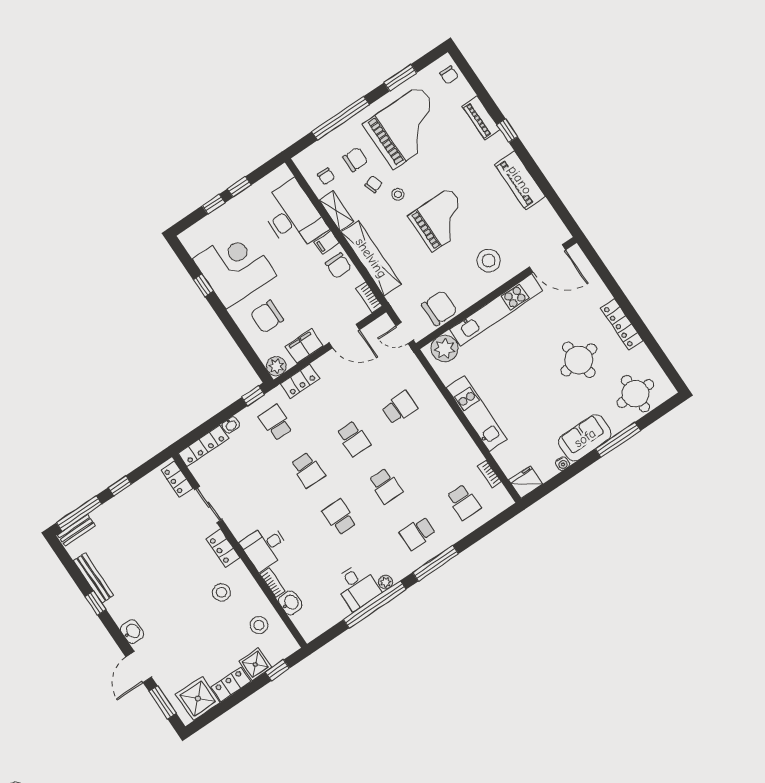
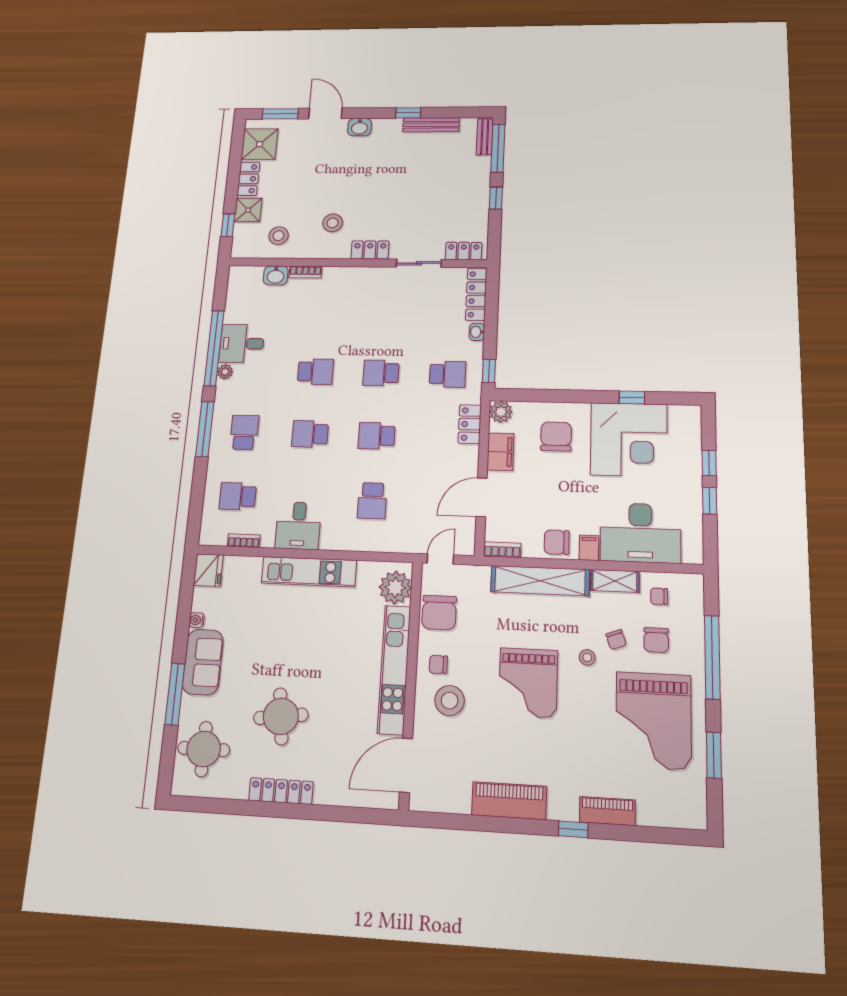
chair: (449, 75) -> (438, 665), moved
desk: (265, 547) -> (298, 526), moved, turned 180

